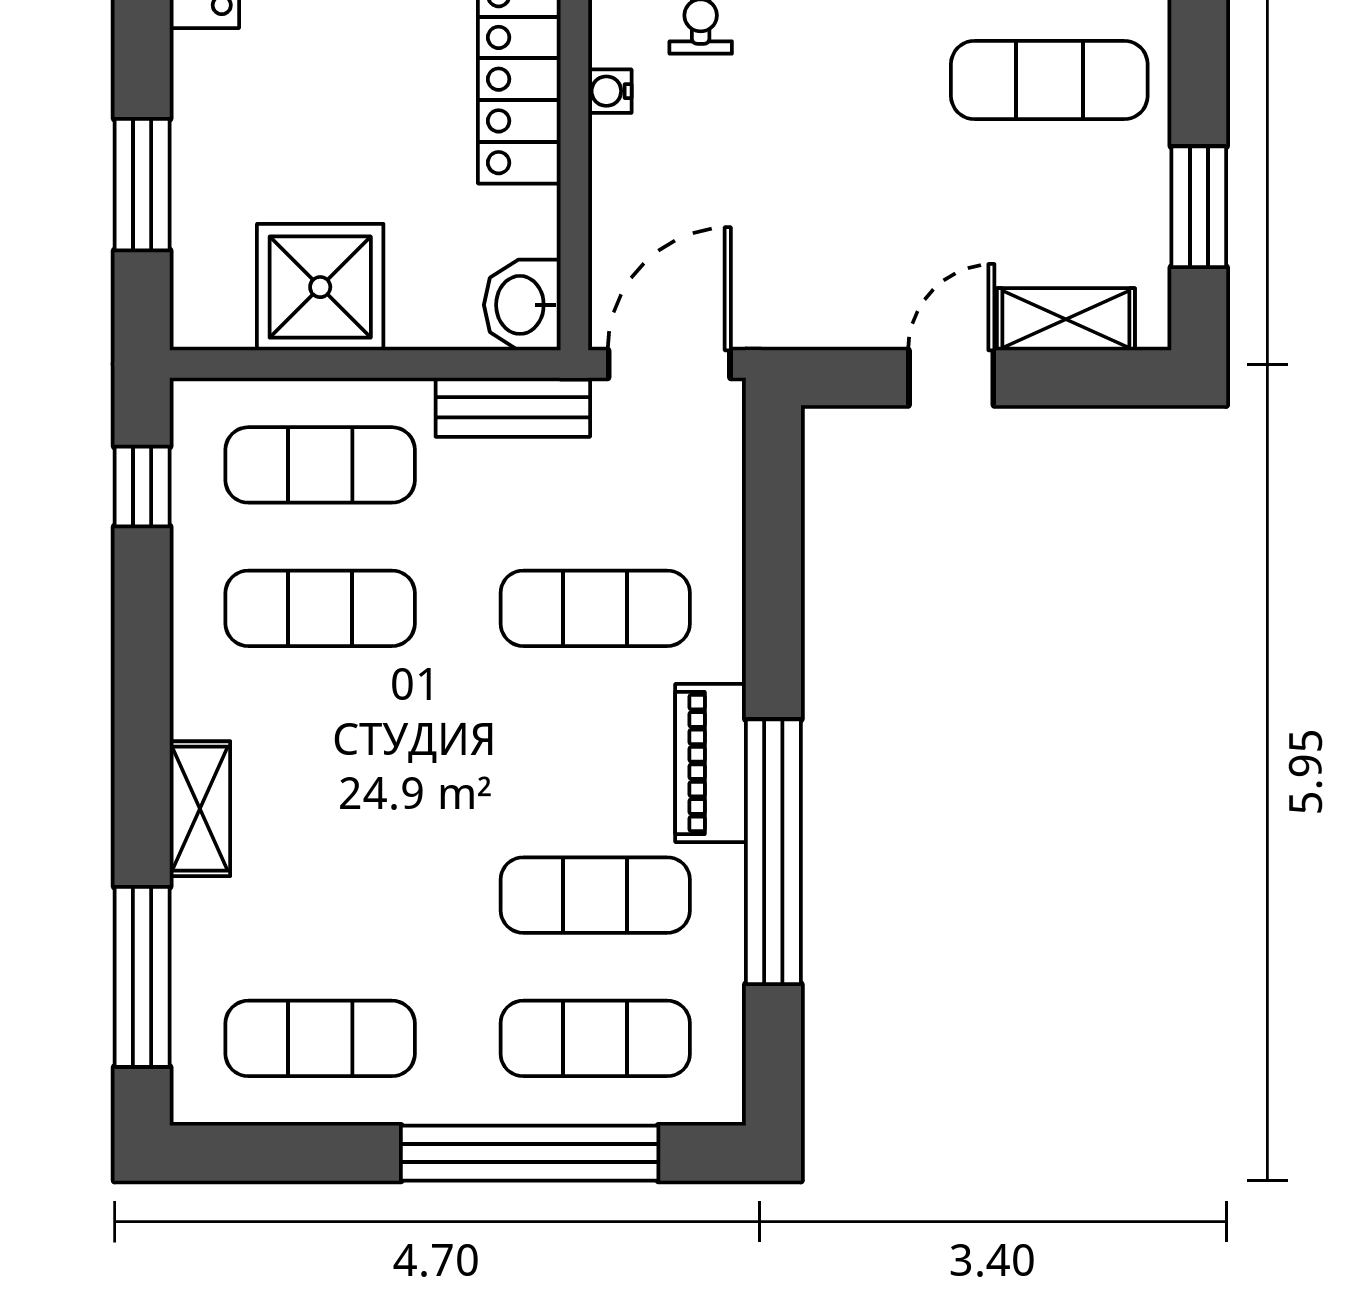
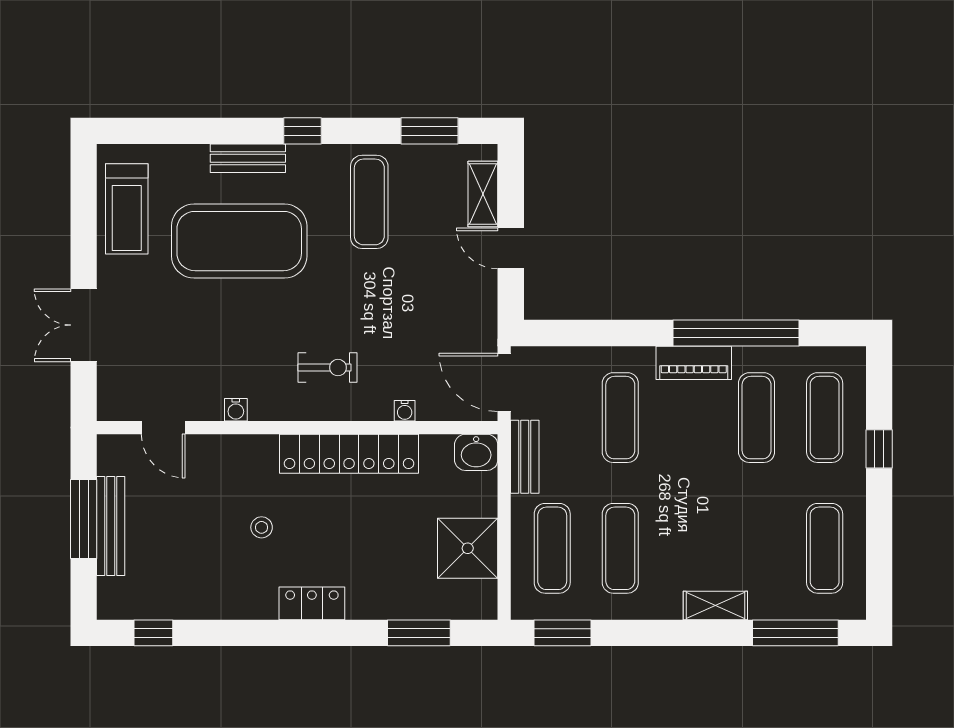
water cooler: (610, 91) -> (405, 411), moved
window: (142, 487) -> (562, 633), width x1.50
window: (530, 1153) -> (879, 449), width x0.32

